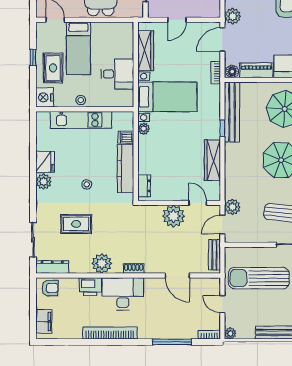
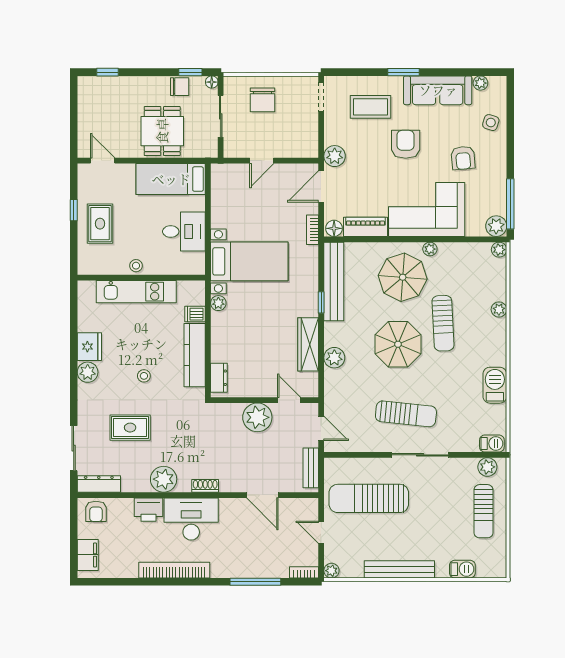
bed: (78, 48) -> (171, 179), moved, turned 90
wardrobe: (146, 51) -> (221, 201), removed
nightstand: (45, 97) -> (89, 262), removed
plant: (232, 207) -> (334, 358), moved
door: (222, 225) -> (321, 428), swing flipped
armchair: (50, 288) -> (96, 511), turned 90

